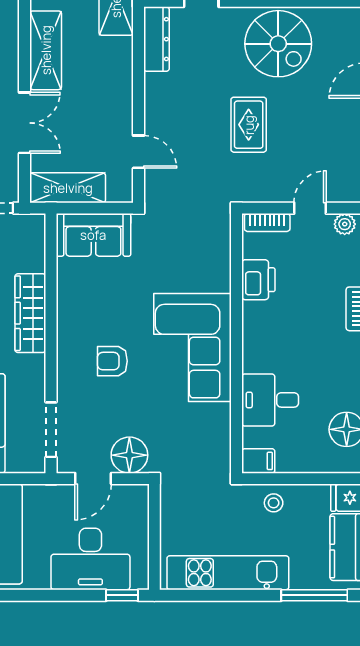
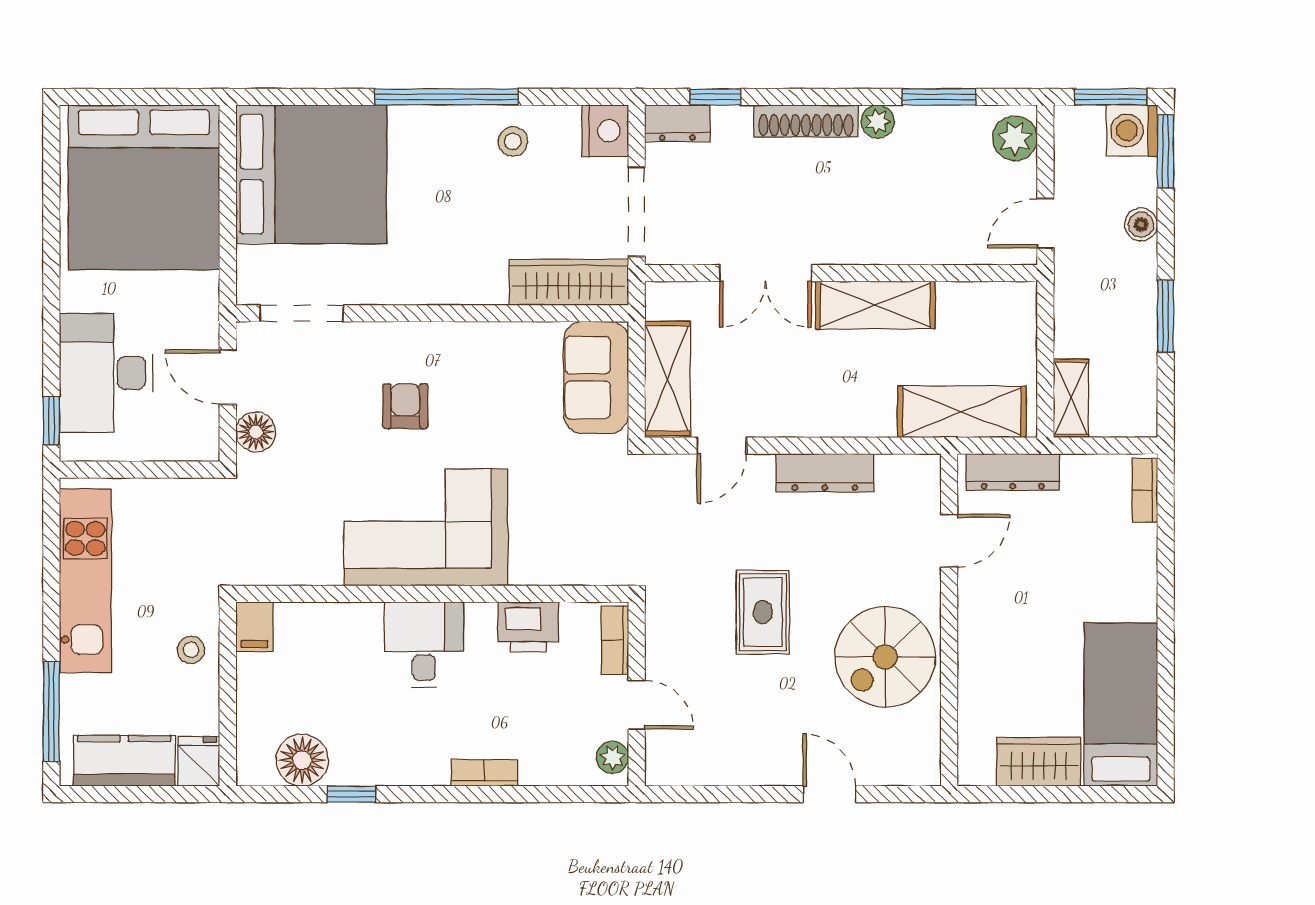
dresser: (156, 39) -> (825, 473), moved
rug: (249, 125) -> (763, 612), turned 90
shelving: (68, 188) -> (667, 378), moved
wardrobe: (30, 313) -> (569, 282), moved
desk: (270, 400) -> (424, 645), moved
floor lamp: (129, 455) -> (256, 432), width x0.73, depth x0.73

